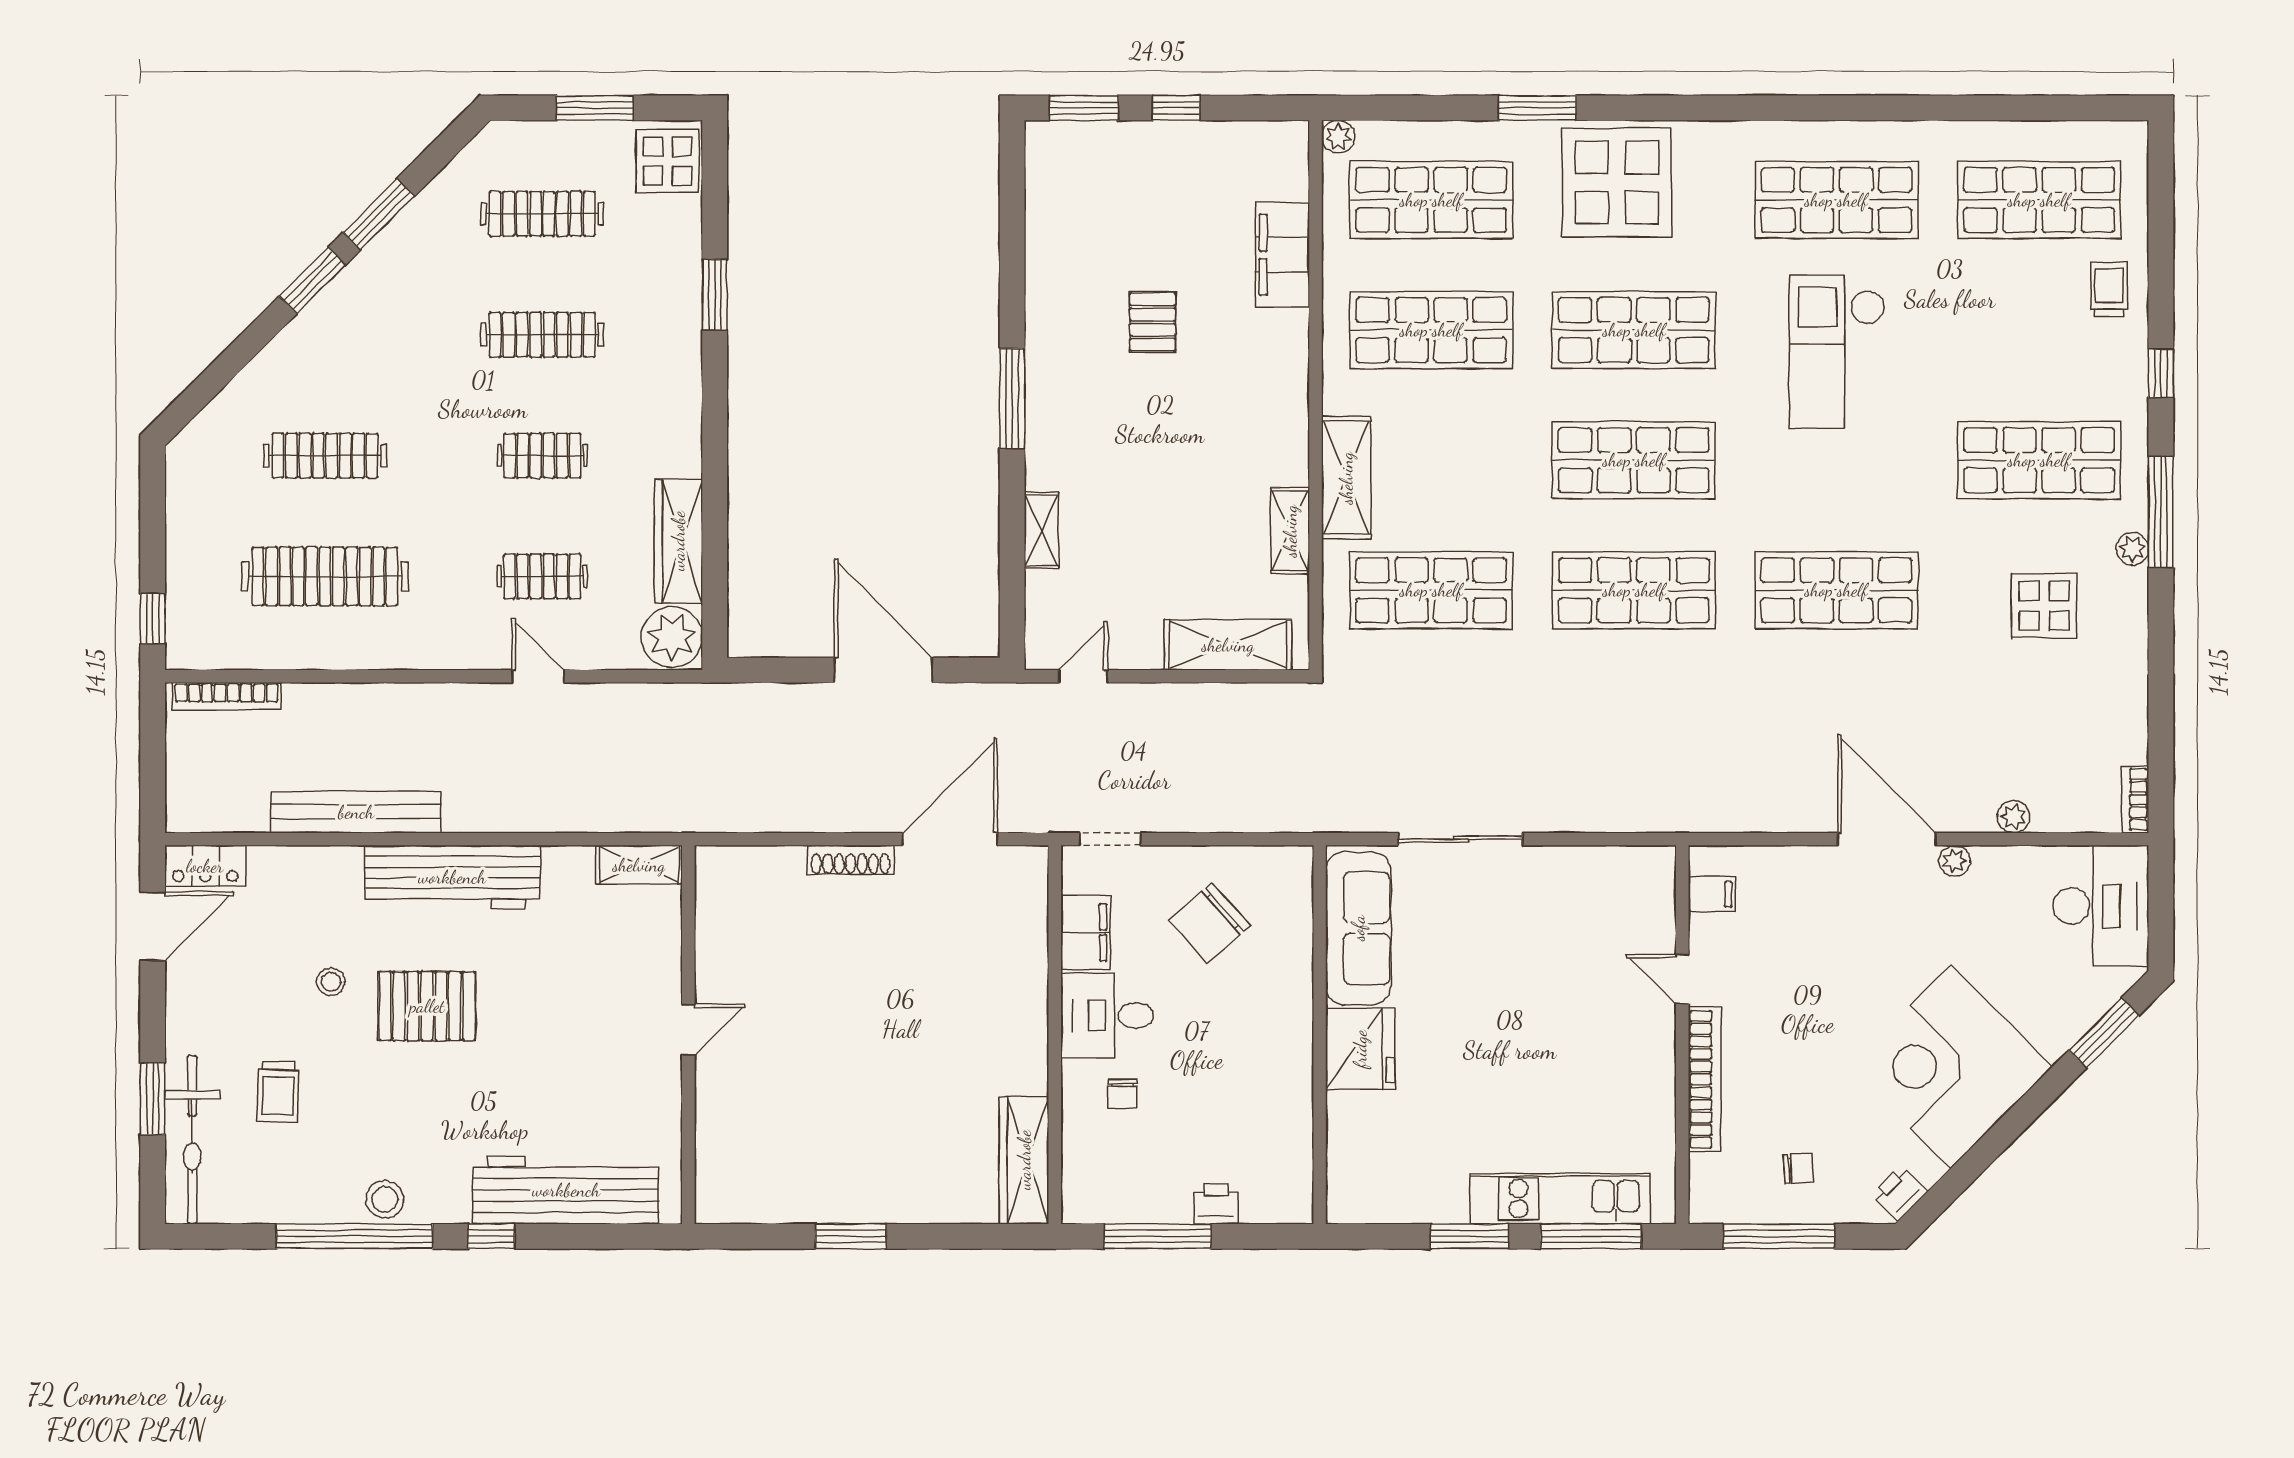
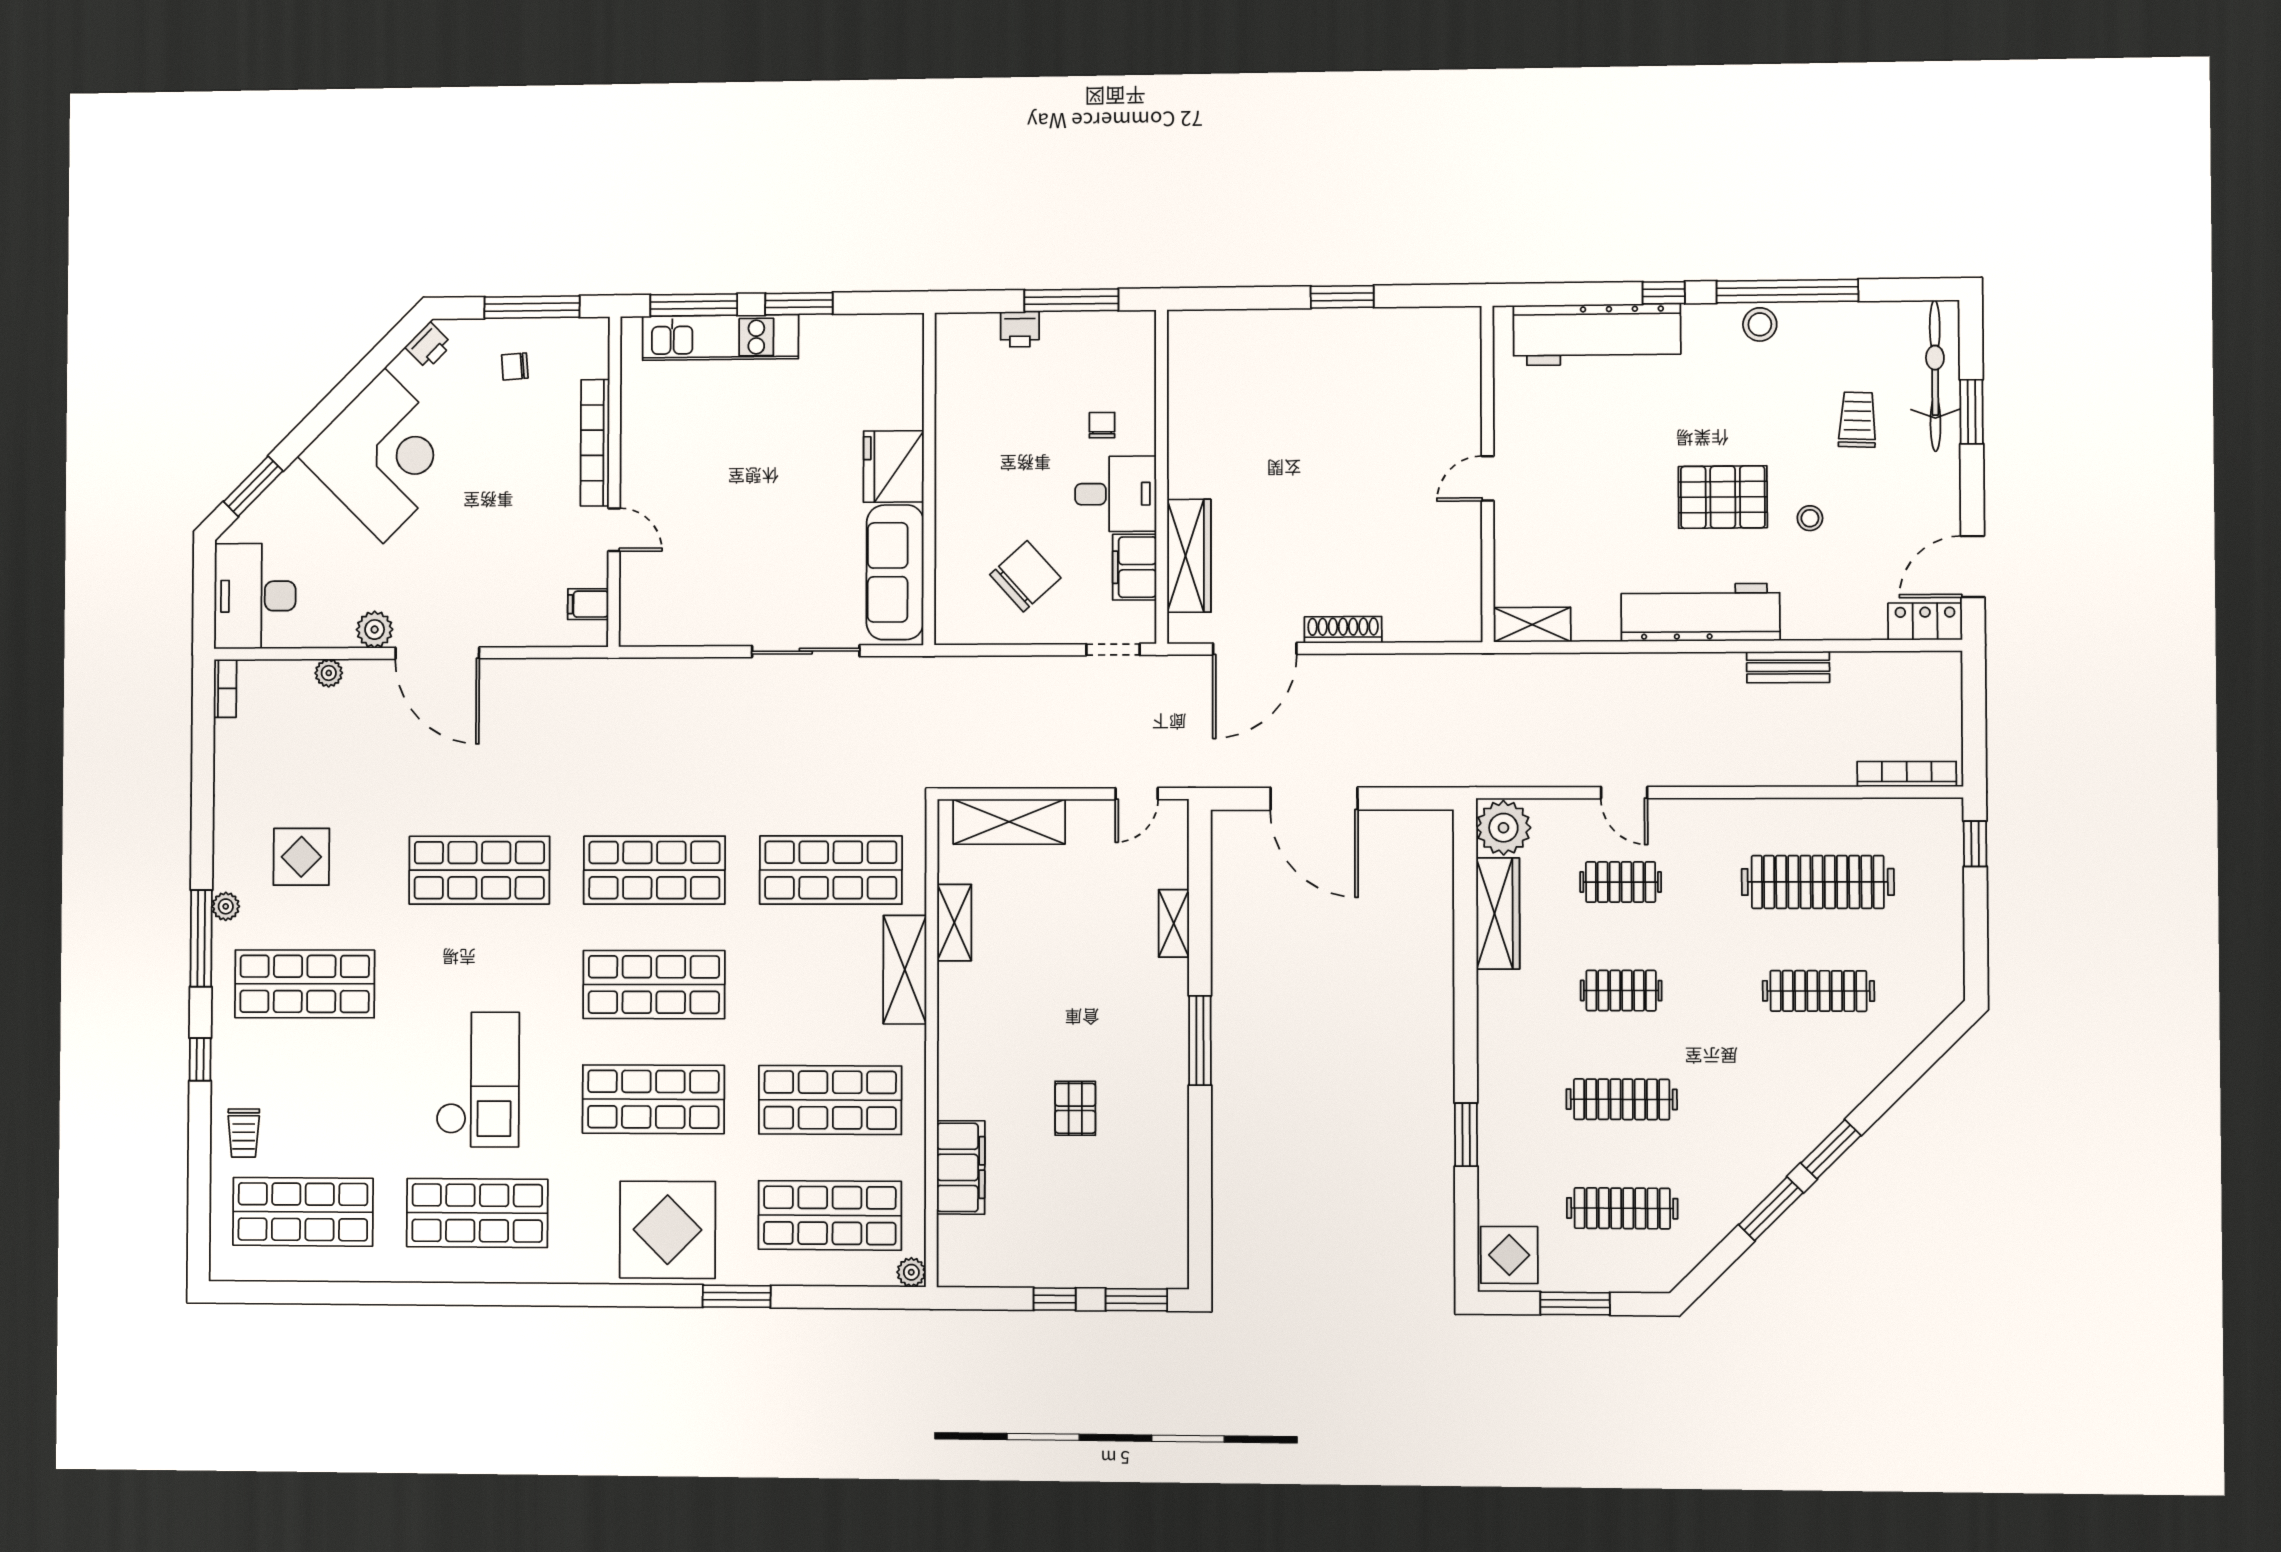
bench: (356, 812) -> (1788, 667), width x0.54, depth x0.82
plant: (1954, 861) -> (375, 630), width x1.38, depth x1.38
wardrobe: (1024, 1160) -> (1189, 556), moved

